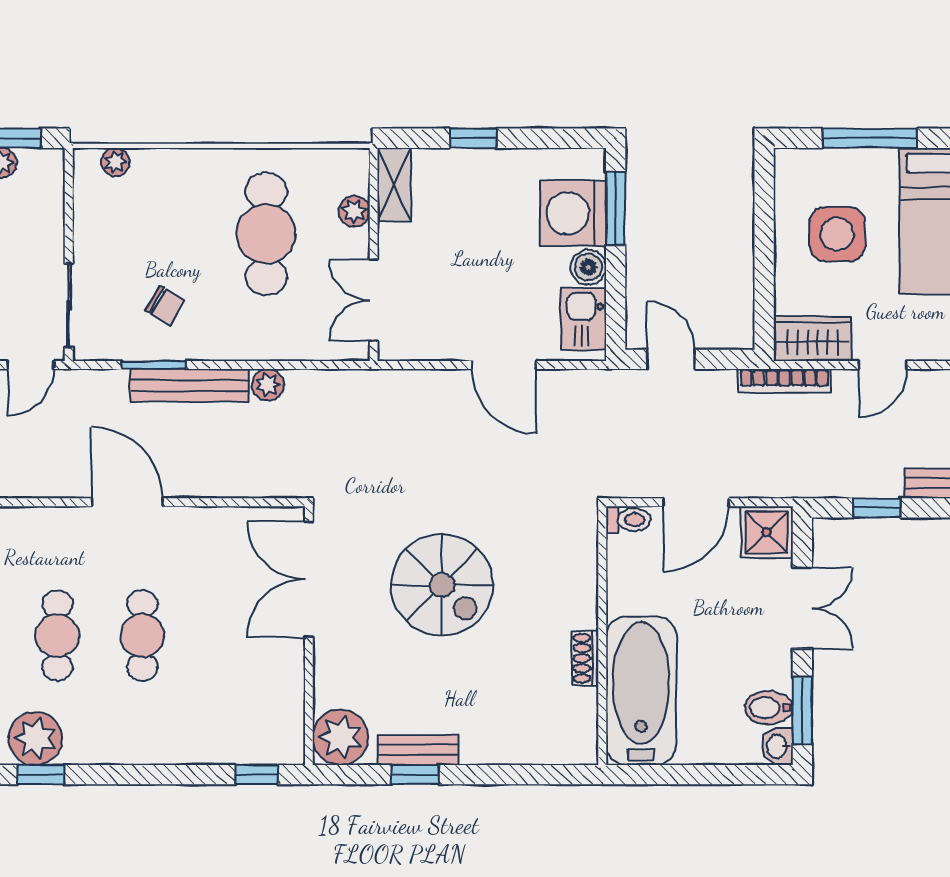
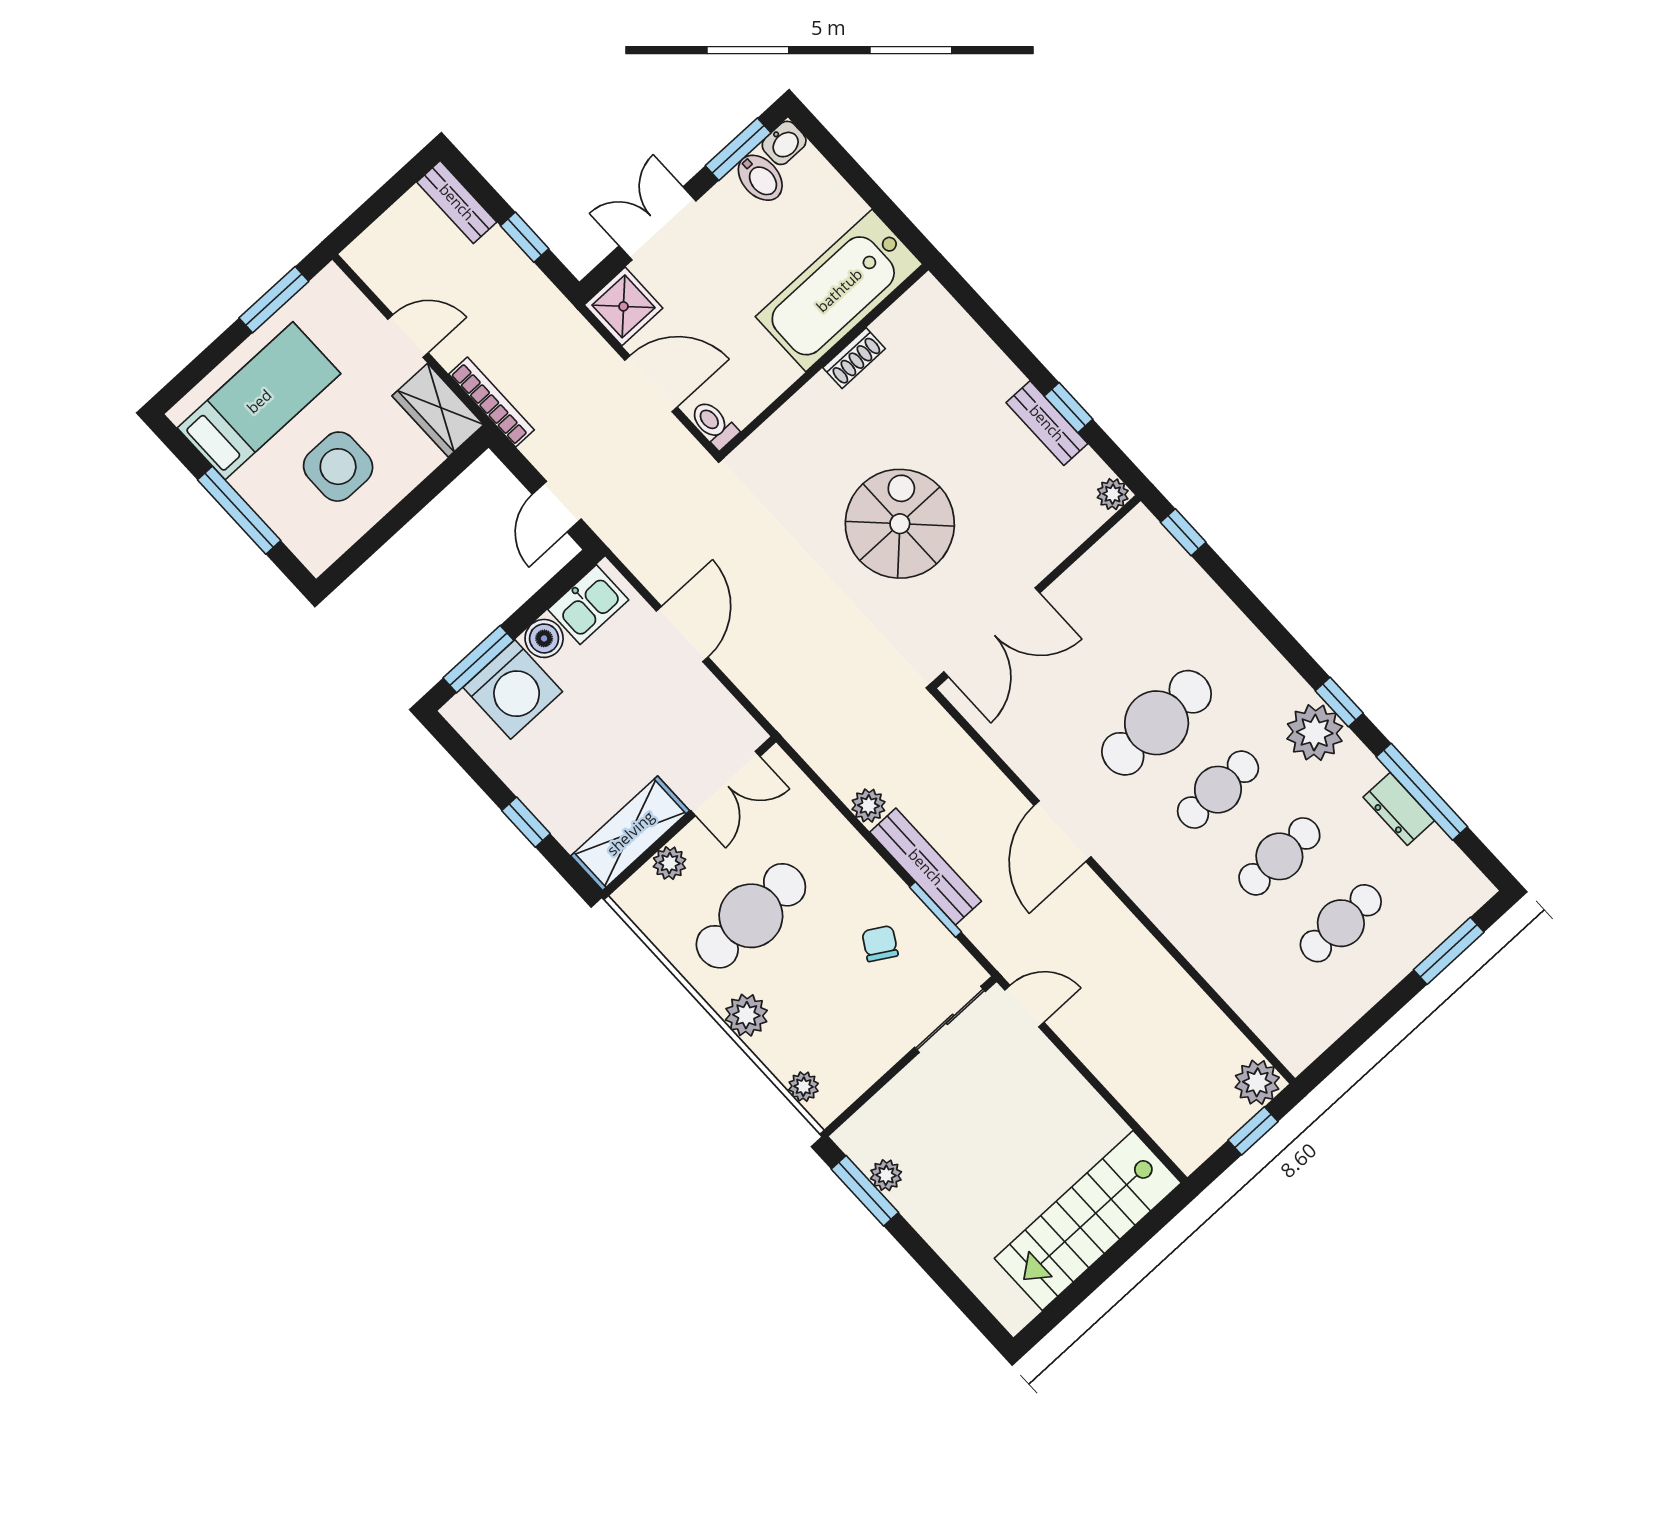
plant: (201, 168) -> (746, 1015), added
shelving: (394, 185) -> (630, 833), width x1.50, depth x1.33
cafe table: (142, 636) -> (1157, 723), width x1.37, depth x1.35
plant: (340, 737) -> (1113, 494), width x0.53, depth x0.53

